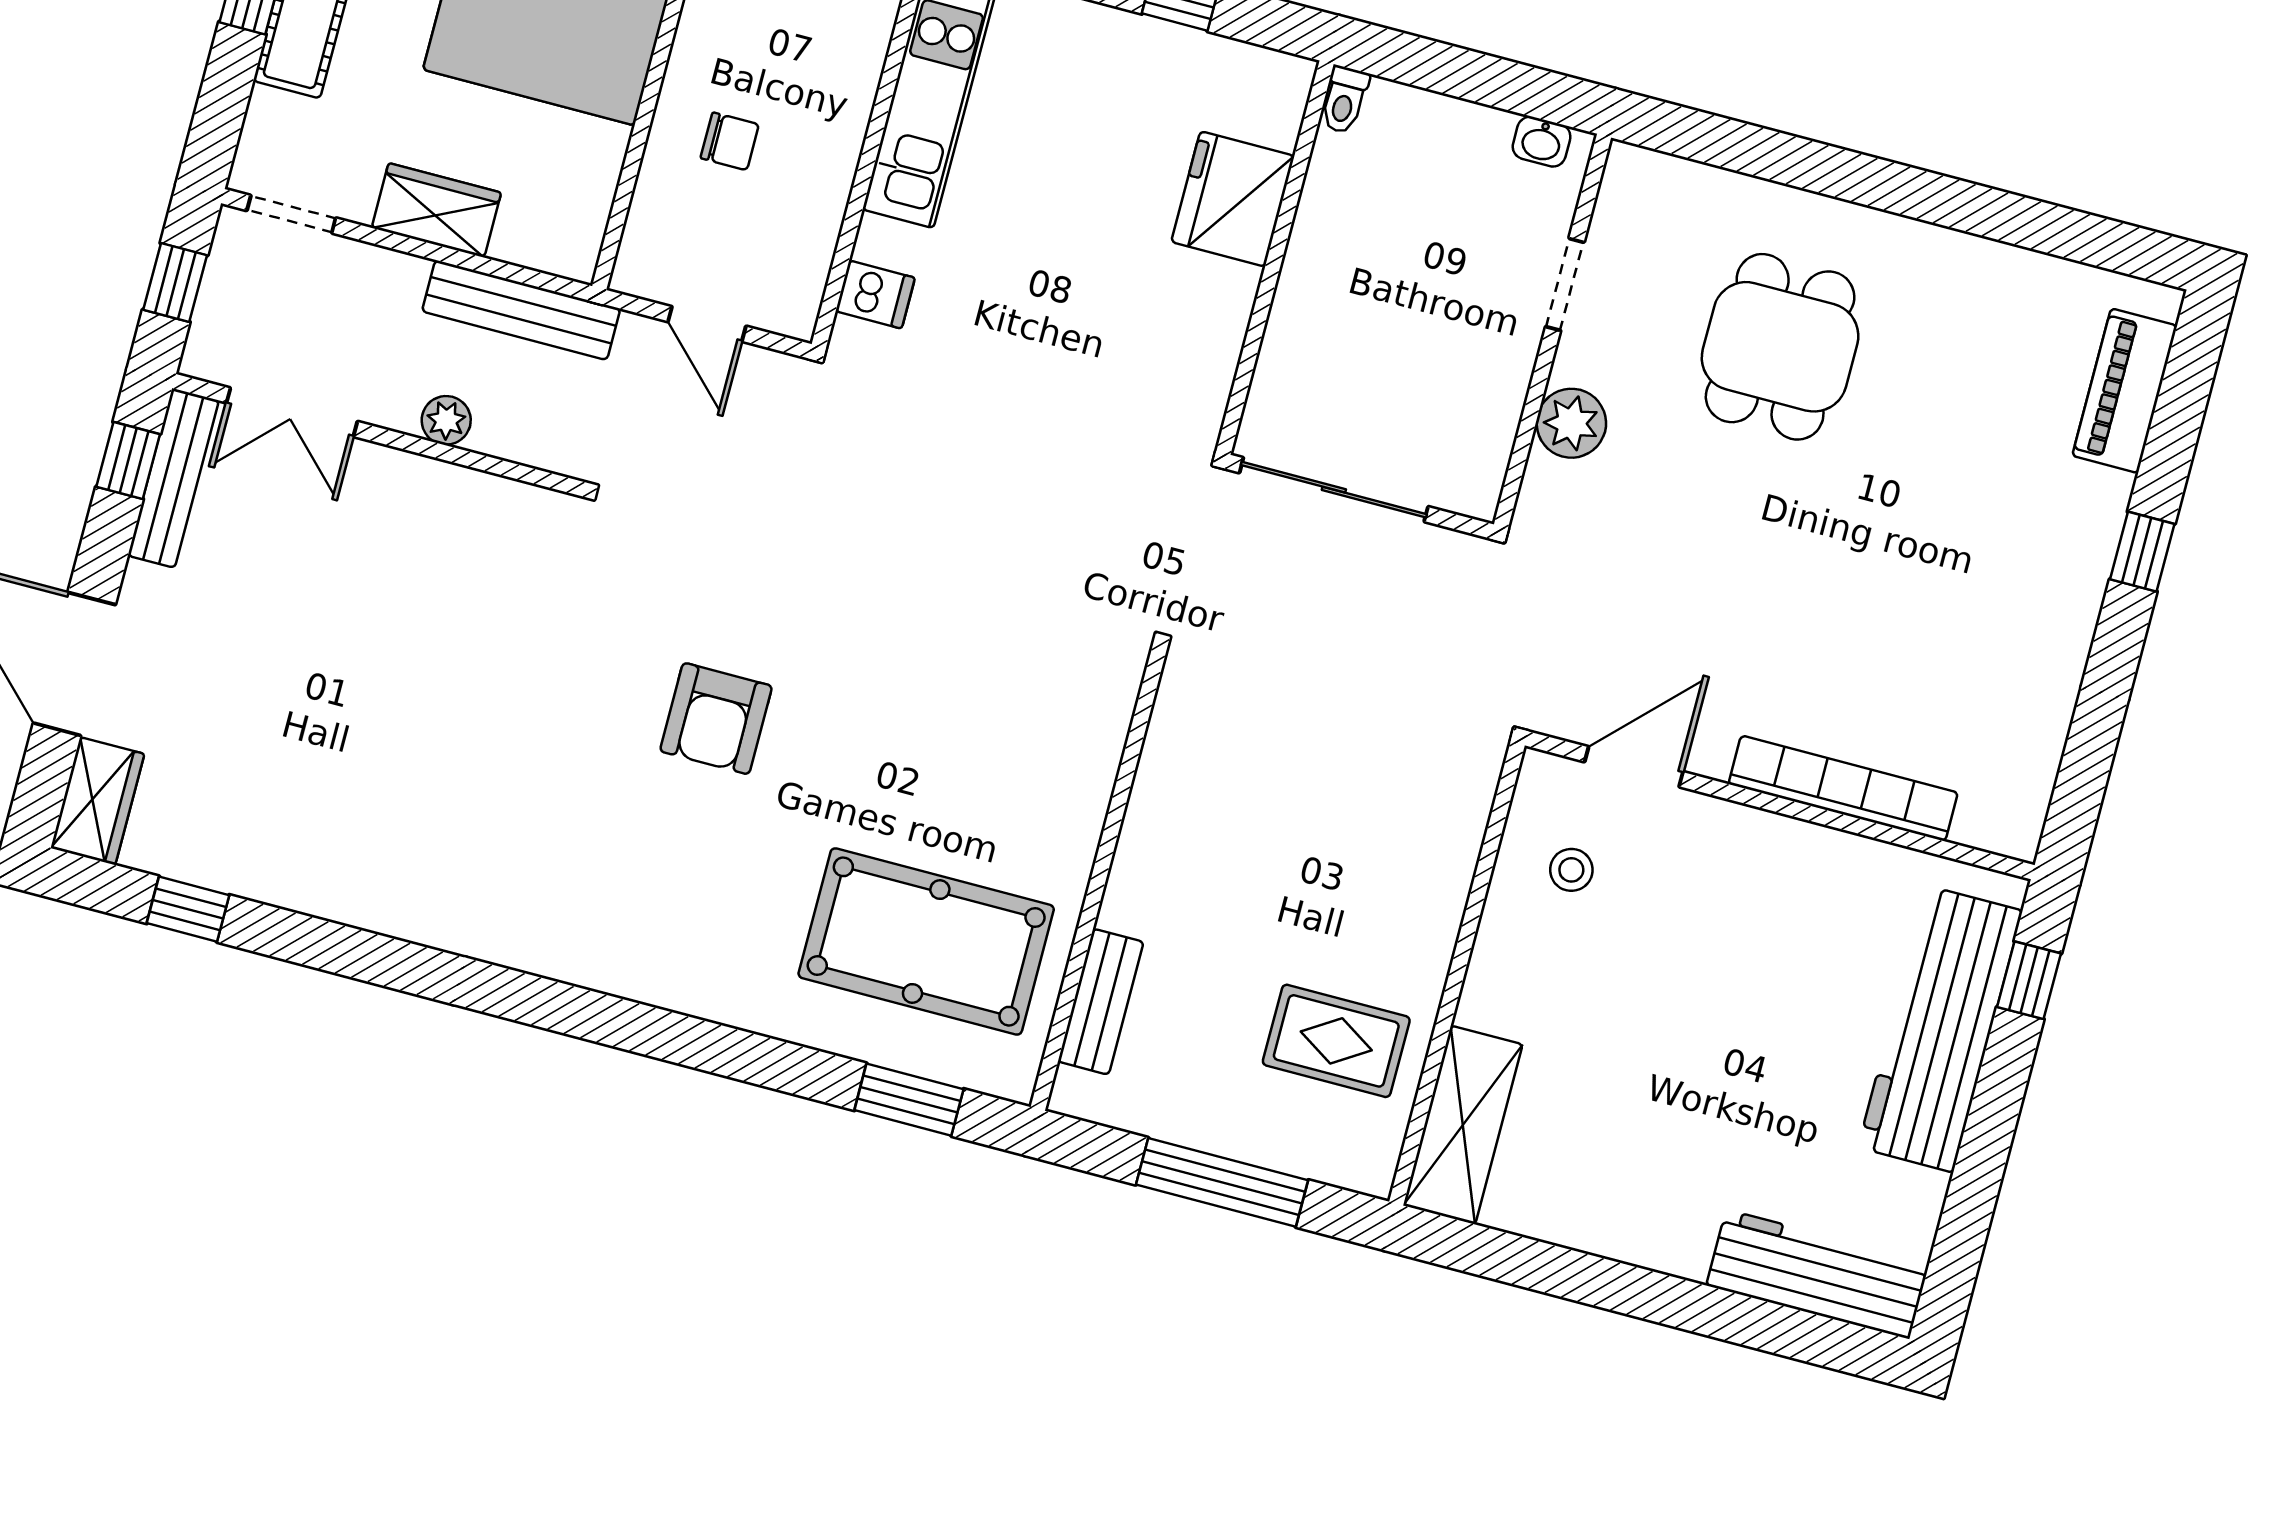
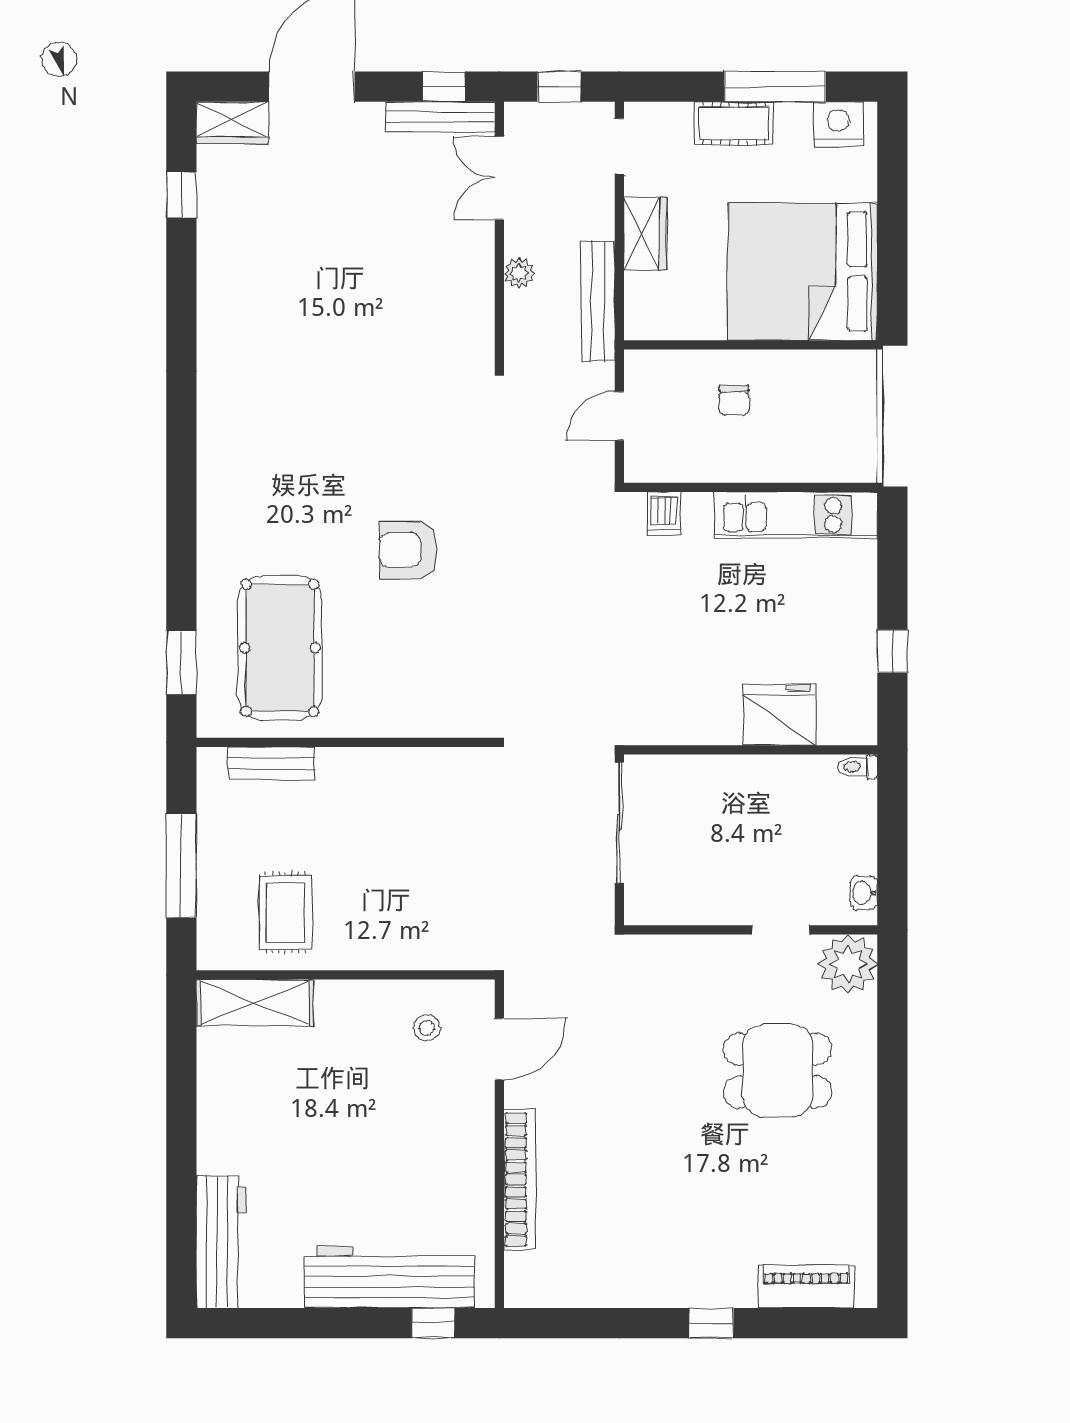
plant: (1571, 423) -> (848, 964), moved, width x1.36, depth x1.36
armchair: (716, 719) -> (408, 550), moved
door: (1634, 767) -> (499, 1049), hinge flipped

